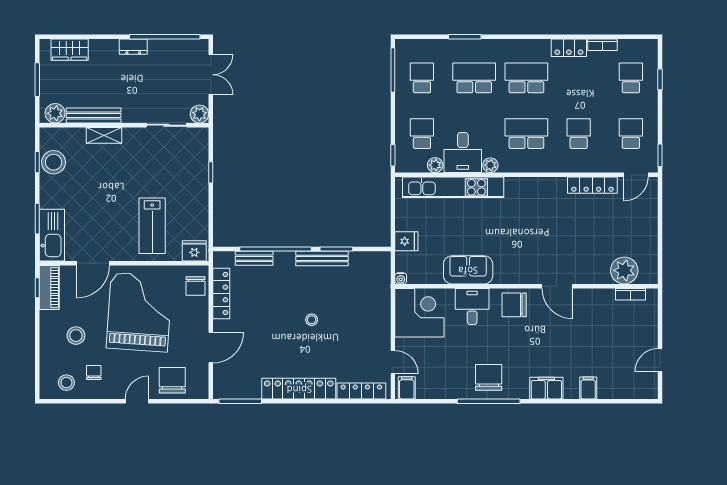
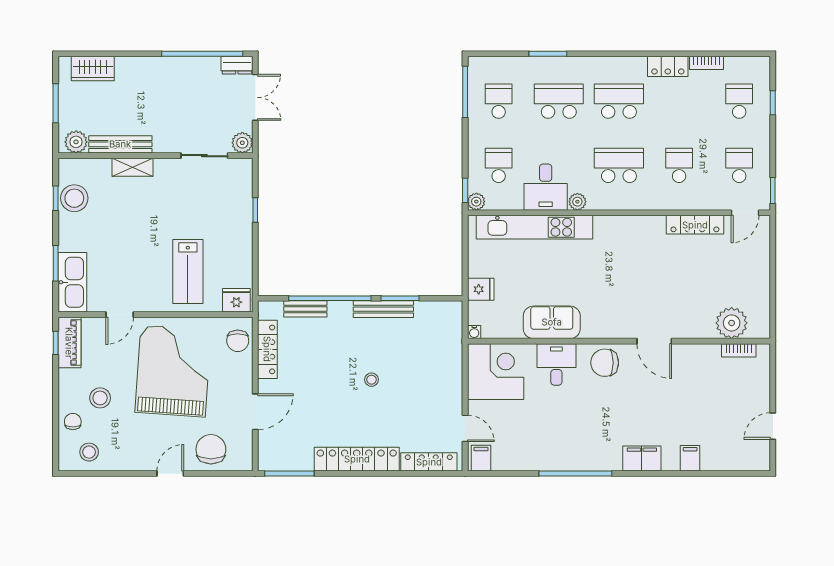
dresser: (133, 47) -> (237, 65), moved
plant: (435, 165) -> (476, 202), moved
door: (93, 263) -> (120, 315), width x0.73
chair: (94, 372) -> (73, 422), moved
chair: (489, 377) -> (576, 446), removed

